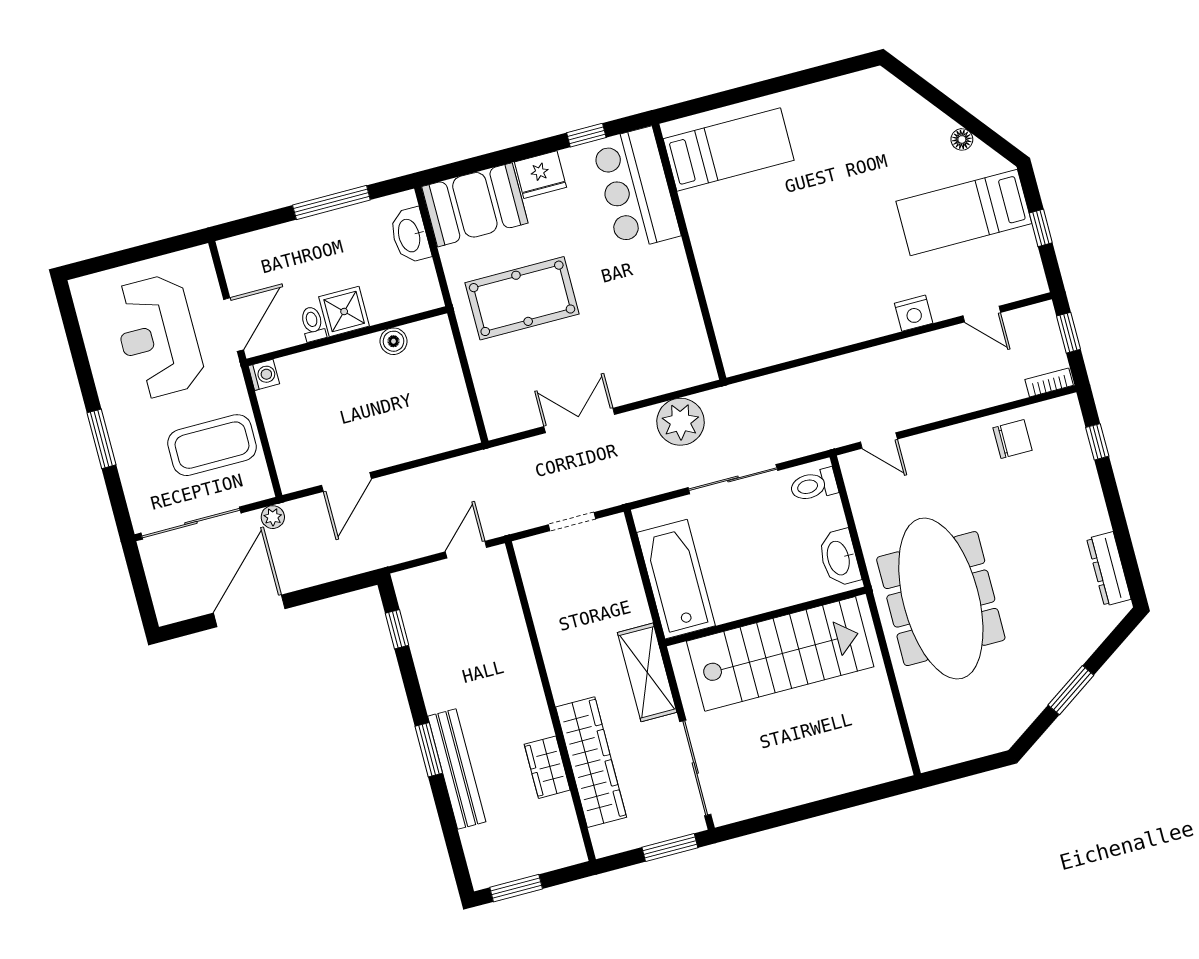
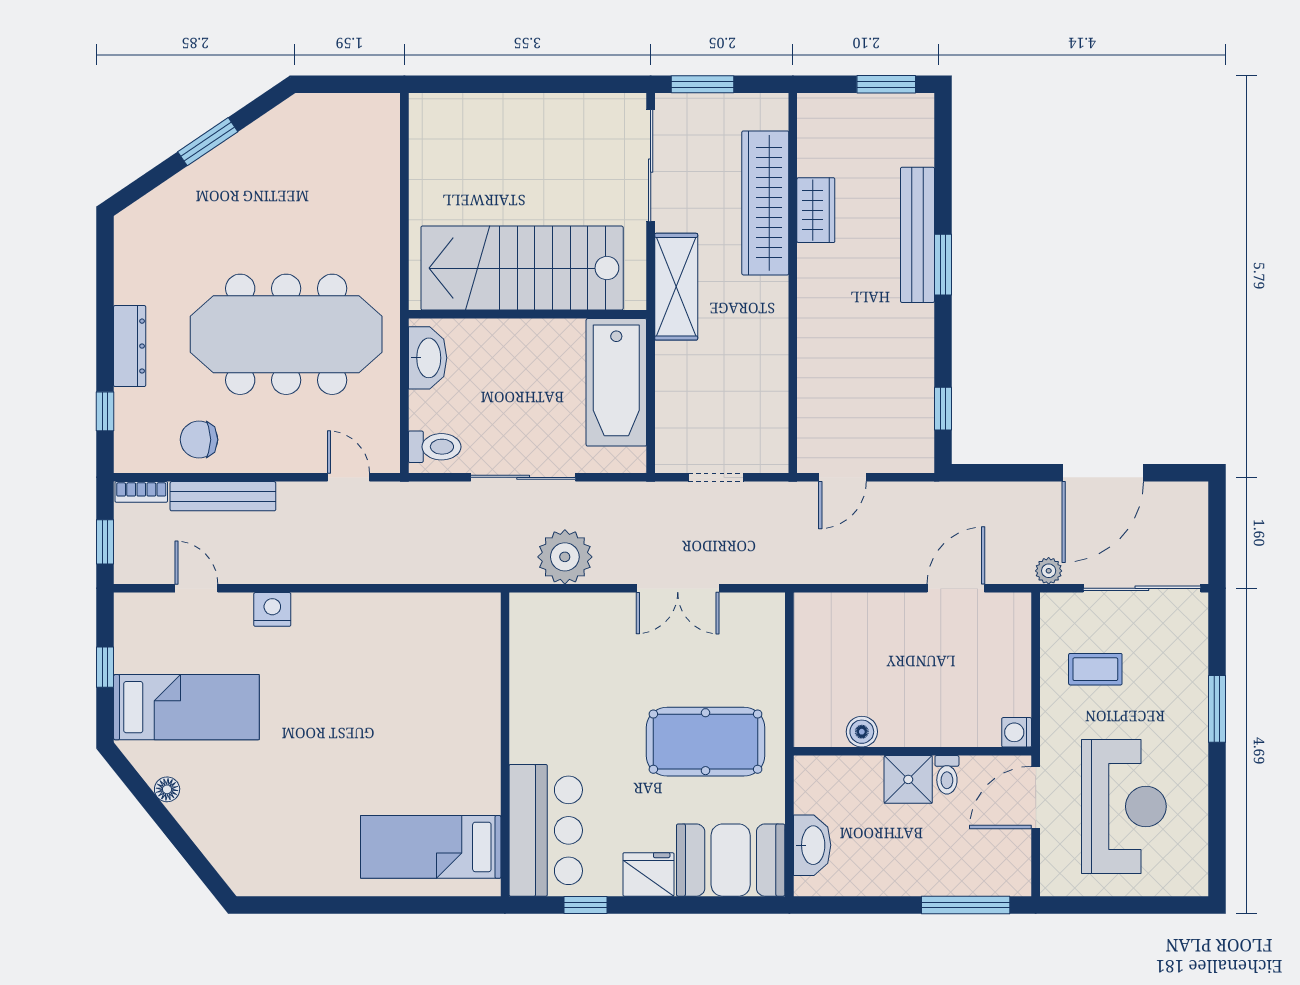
window: (331, 203) -> (966, 905), moved
bench: (980, 397) -> (223, 496), added
coffee table: (212, 445) -> (1095, 669), width x0.54, depth x0.58
dresser: (1109, 569) -> (130, 346), moved
meeting table: (941, 599) -> (286, 334), moved, turned 90

